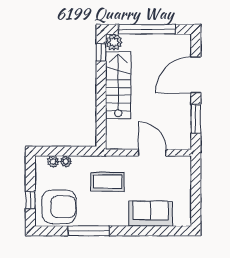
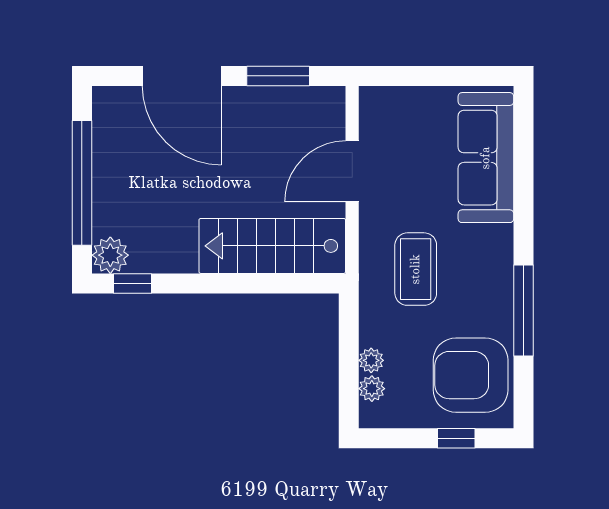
stairs: (118, 85) -> (272, 246), moved
armchair: (59, 207) -> (471, 375), turned -90
sofa: (151, 214) -> (486, 158), width x1.36

